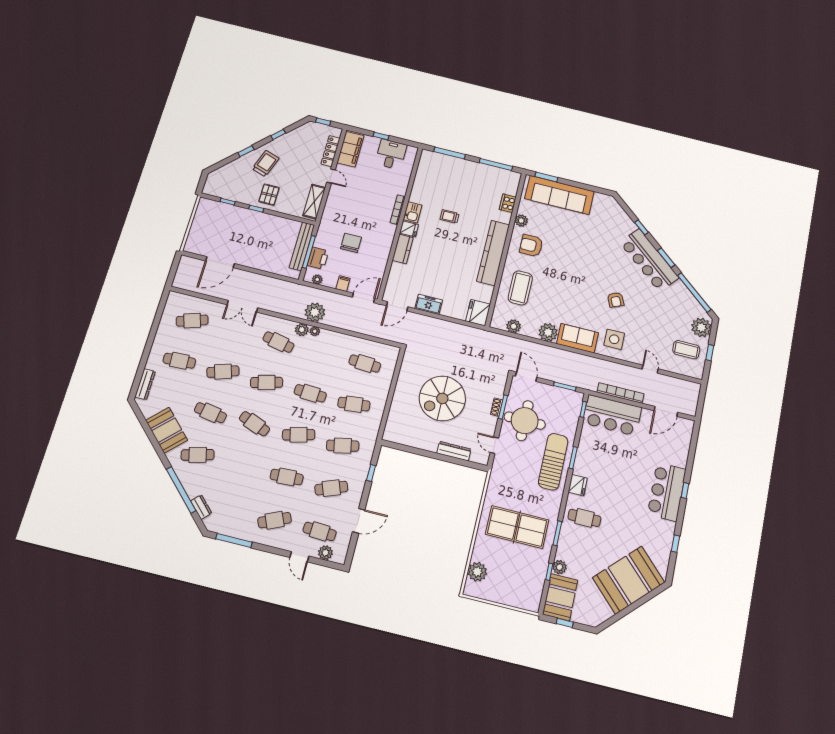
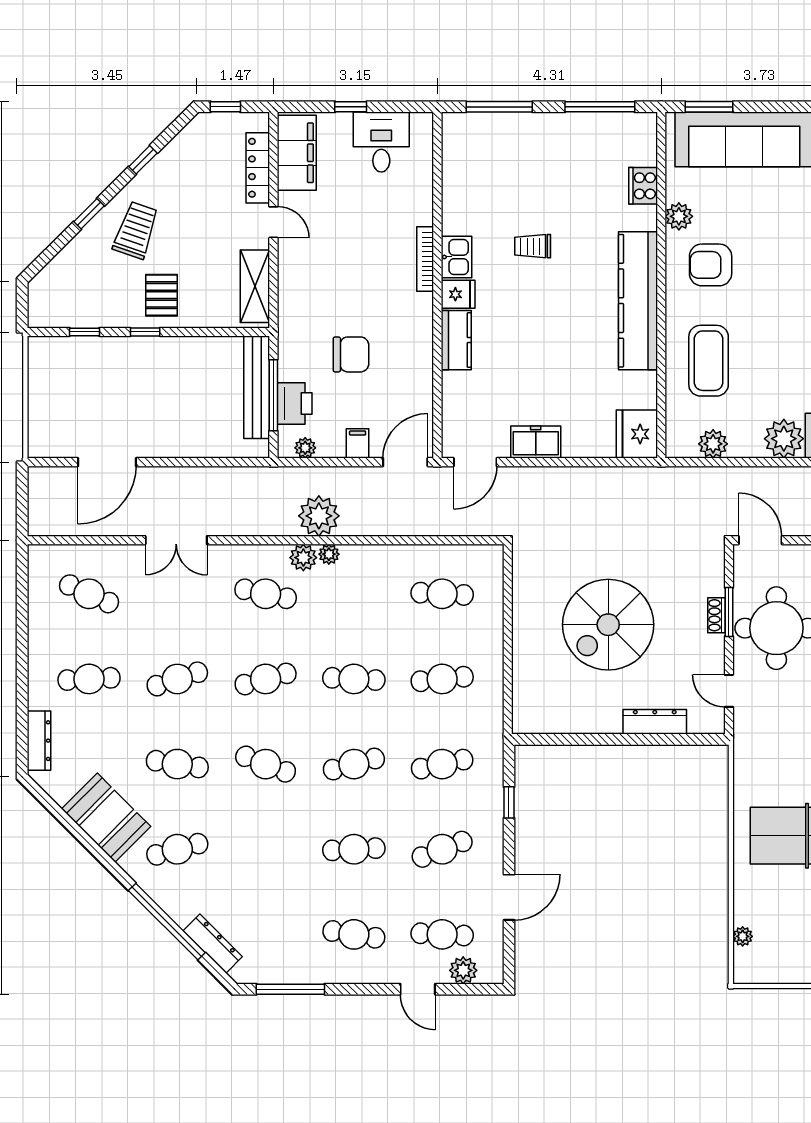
chair: (351, 243) -> (351, 354), turned 90
cafe table: (192, 321) -> (89, 594), turned 42
dresser: (201, 507) -> (213, 944), width x1.44
cafe table: (275, 520) -> (354, 934), turned 33
plant: (477, 572) -> (743, 936), width x0.53, depth x0.53

